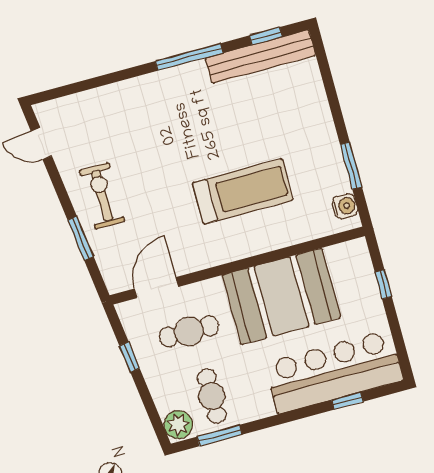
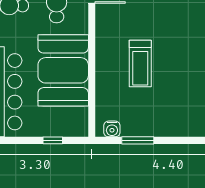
treadmill: (243, 191) -> (140, 63), width x0.73, depth x0.73

